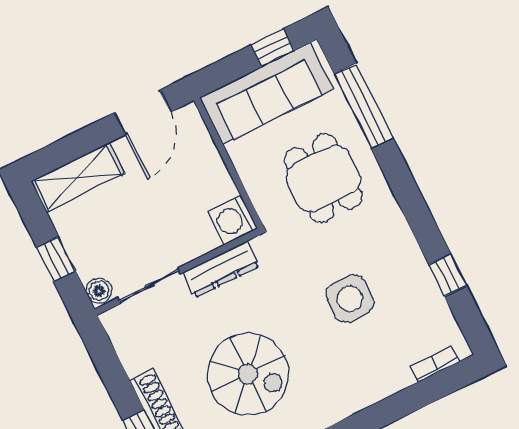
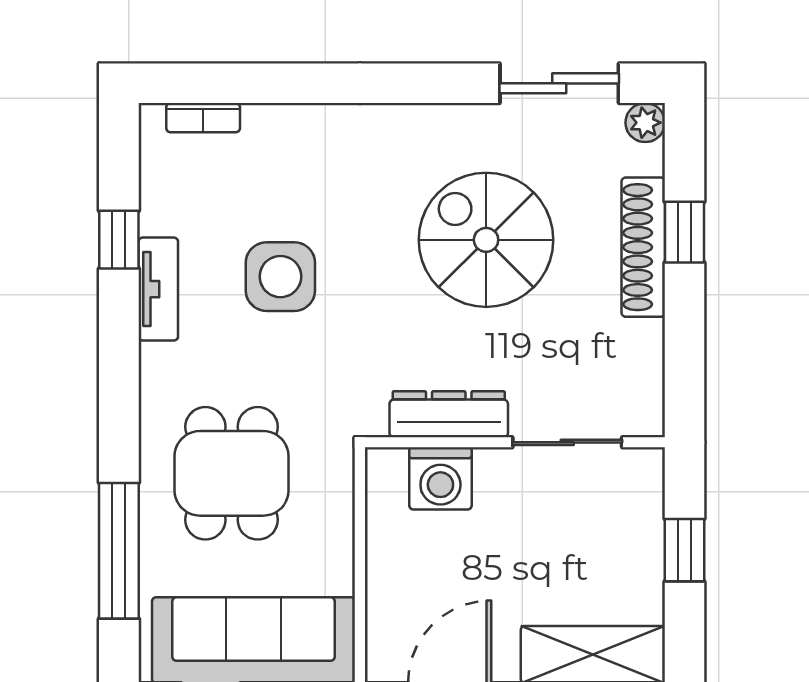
washing machine: (232, 220) -> (440, 478), moved, turned 90
tv unit: (413, 259) -> (158, 289), added
boiler: (99, 291) -> (644, 472), removed

